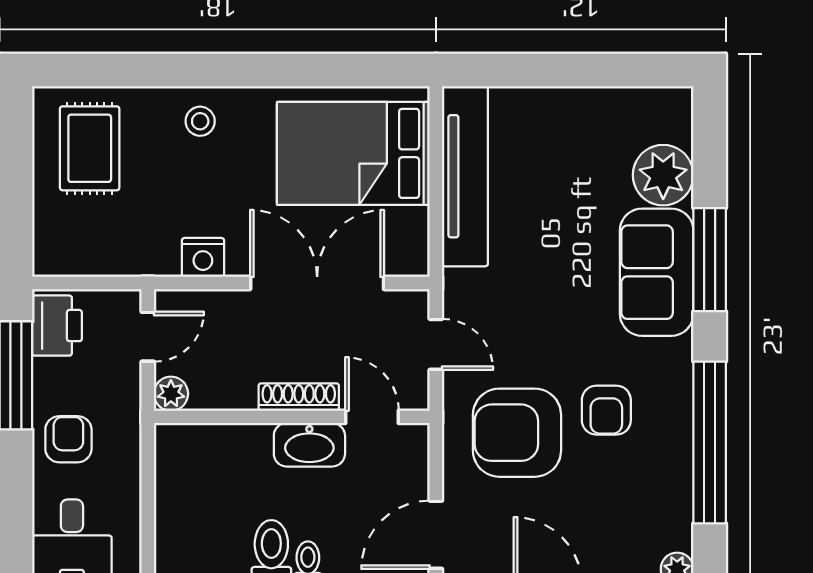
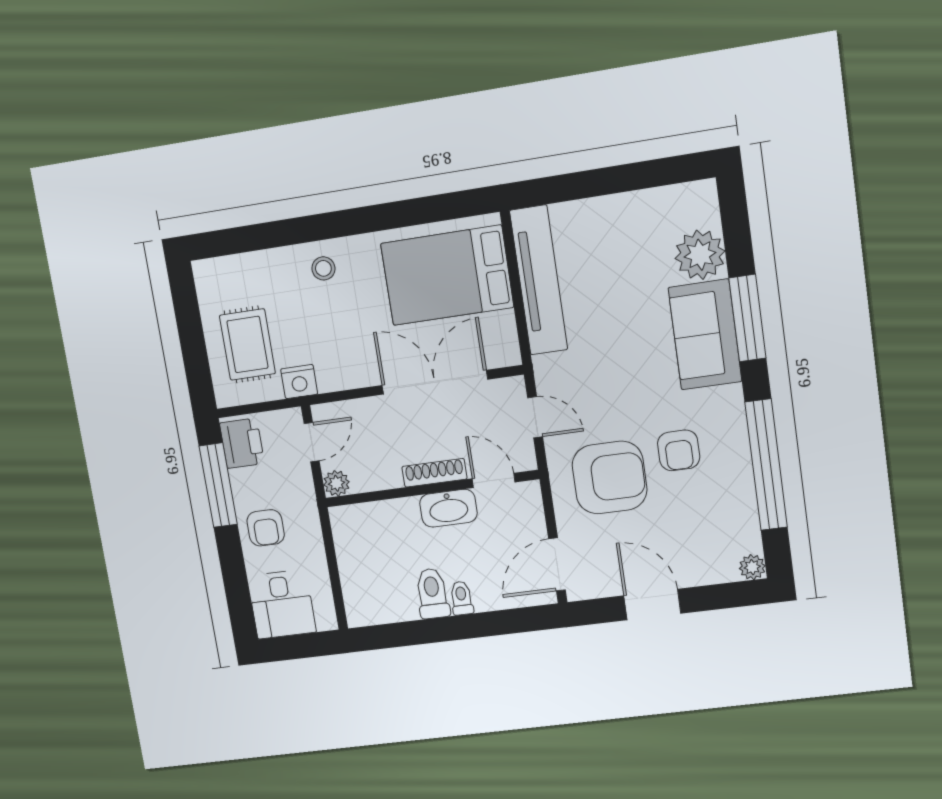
rug: (90, 148) -> (247, 344), moved
nightstand: (203, 257) -> (299, 382), moved
armchair: (517, 433) -> (609, 478), turned 180
armchair: (68, 439) -> (266, 528), turned 180

